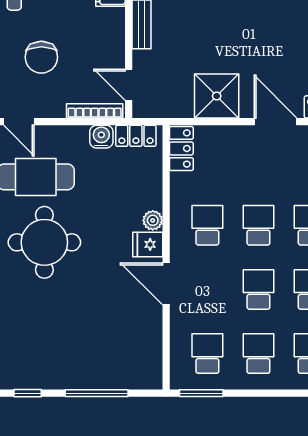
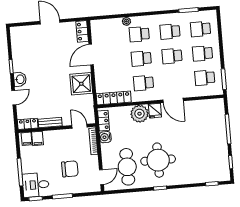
door: (129, 85) -> (79, 126), swing flipped
locker: (181, 148) -> (114, 98), width x1.53
plant: (153, 220) -> (139, 114), width x1.88, depth x1.88
door: (166, 284) -> (173, 100), hinge flipped

